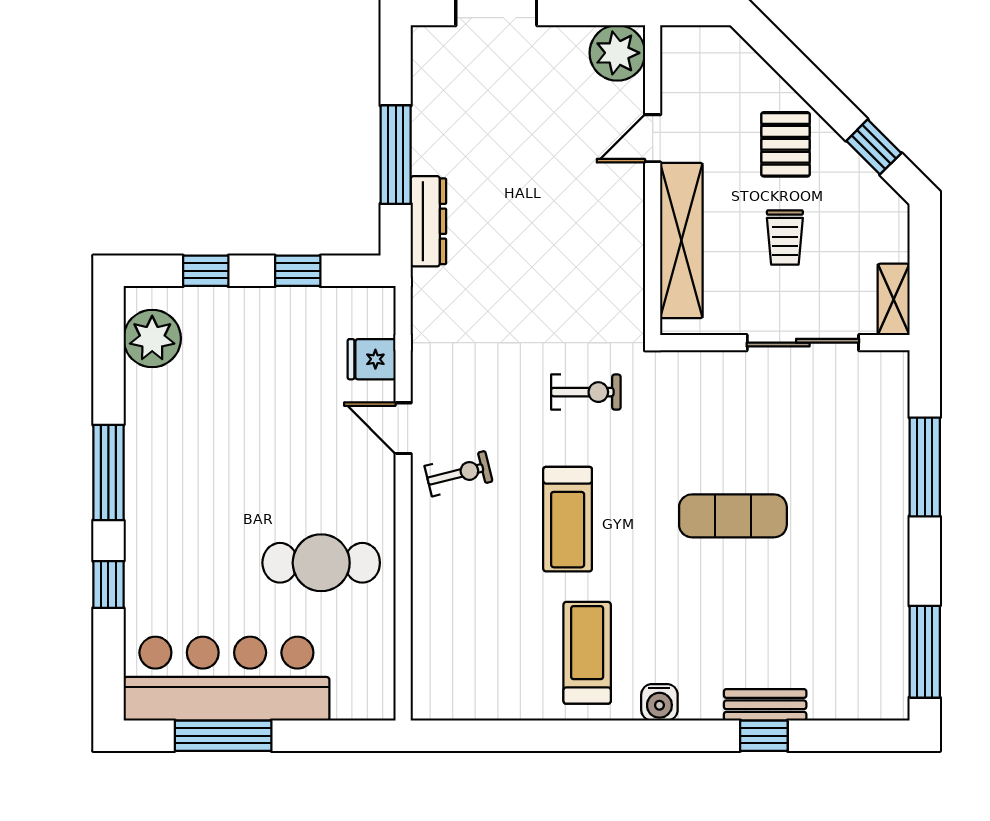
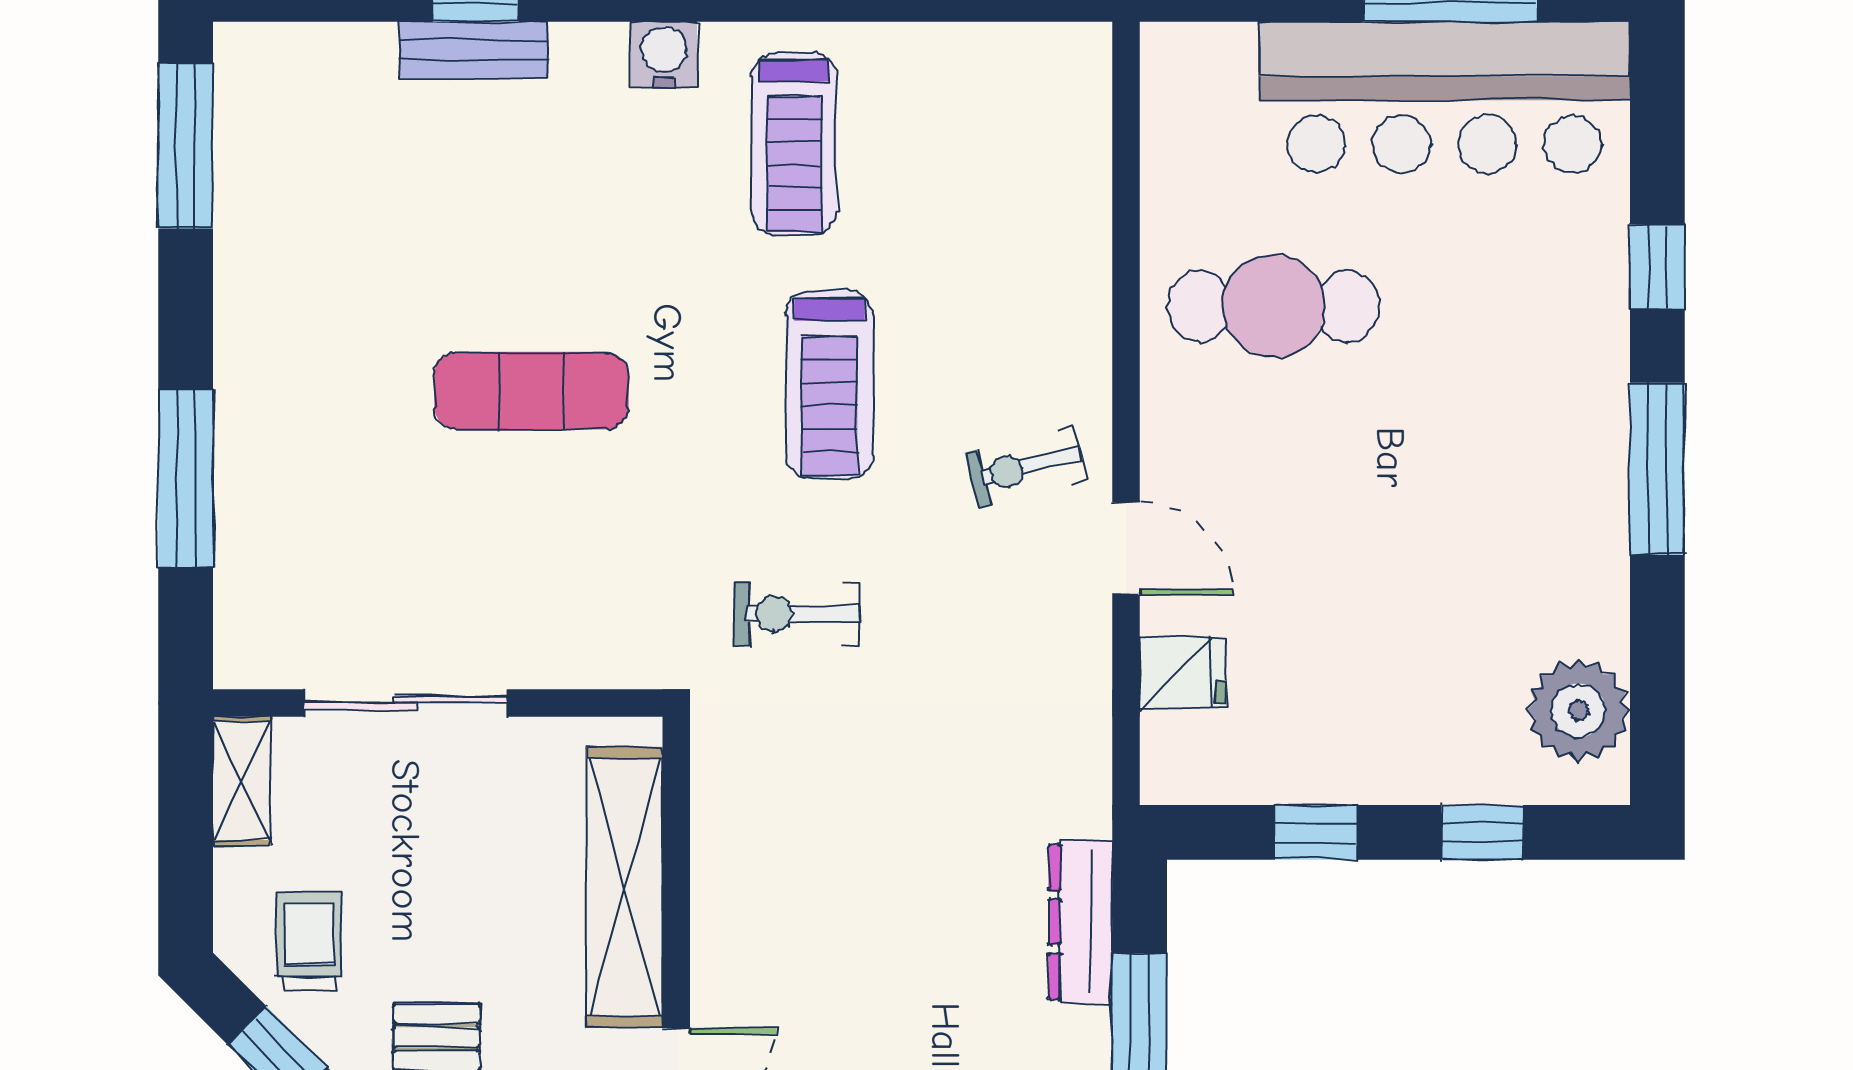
trolley: (785, 238) -> (309, 941), moved
treadmill: (568, 519) -> (830, 385), turned 180

